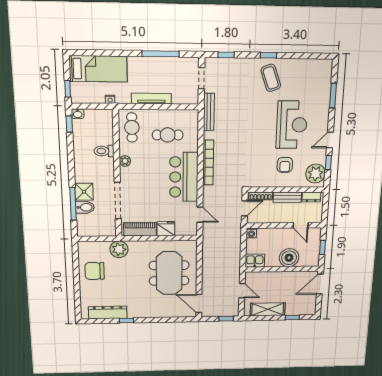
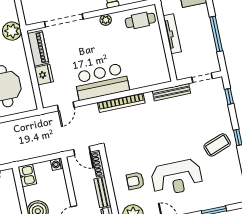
cafe table: (168, 135) -> (140, 57), removed

